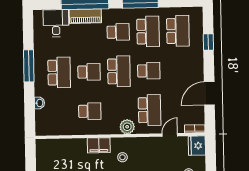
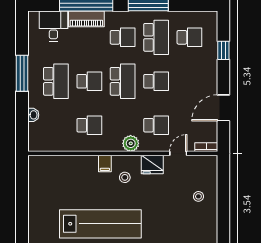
school desk: (178, 31) -> (189, 37), width x0.54
school desk: (150, 110) -> (156, 125), width x0.54
filing cabinet: (99, 145) -> (105, 164), width x0.50
fridge: (197, 146) -> (152, 164), moved, turned -90

